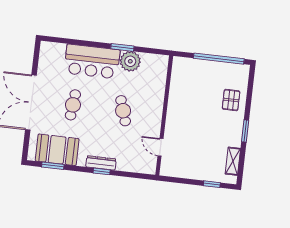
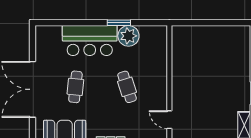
window: (219, 59) -> (218, 23), removed
pallet: (231, 100) -> (235, 63), removed

